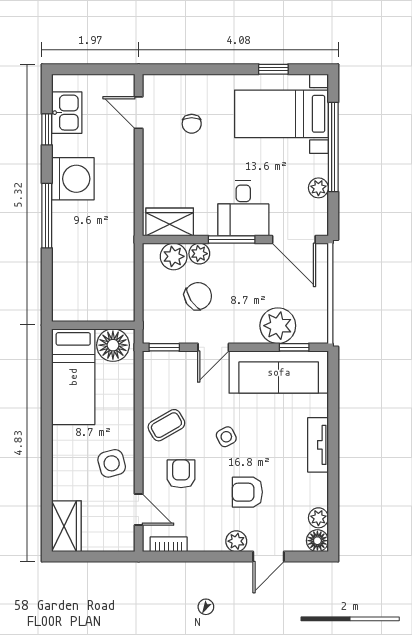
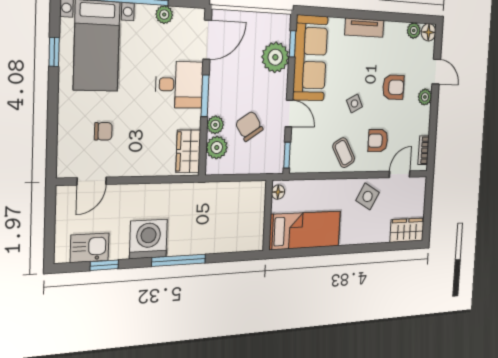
floor lamp: (113, 345) -> (278, 192), width x0.53, depth x0.53
side table: (112, 463) -> (368, 196), turned 45
armchair: (247, 492) -> (393, 87), turned -90

